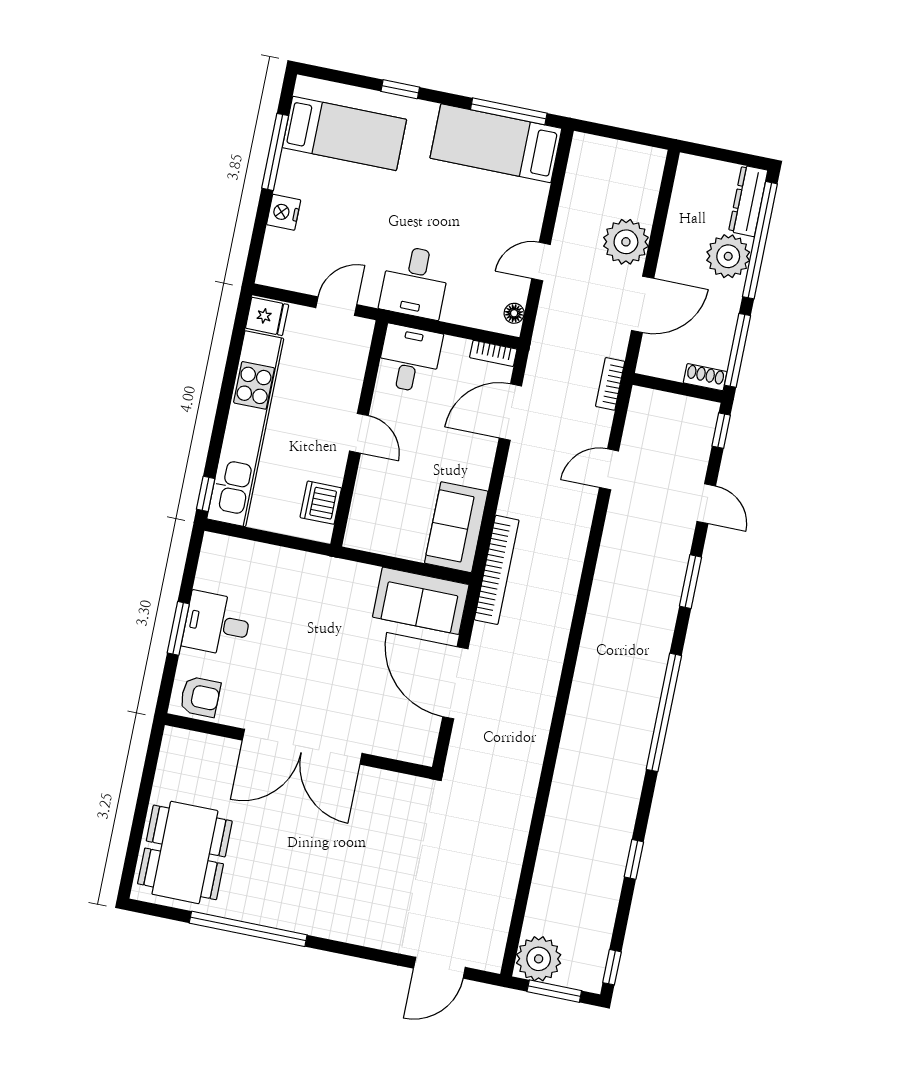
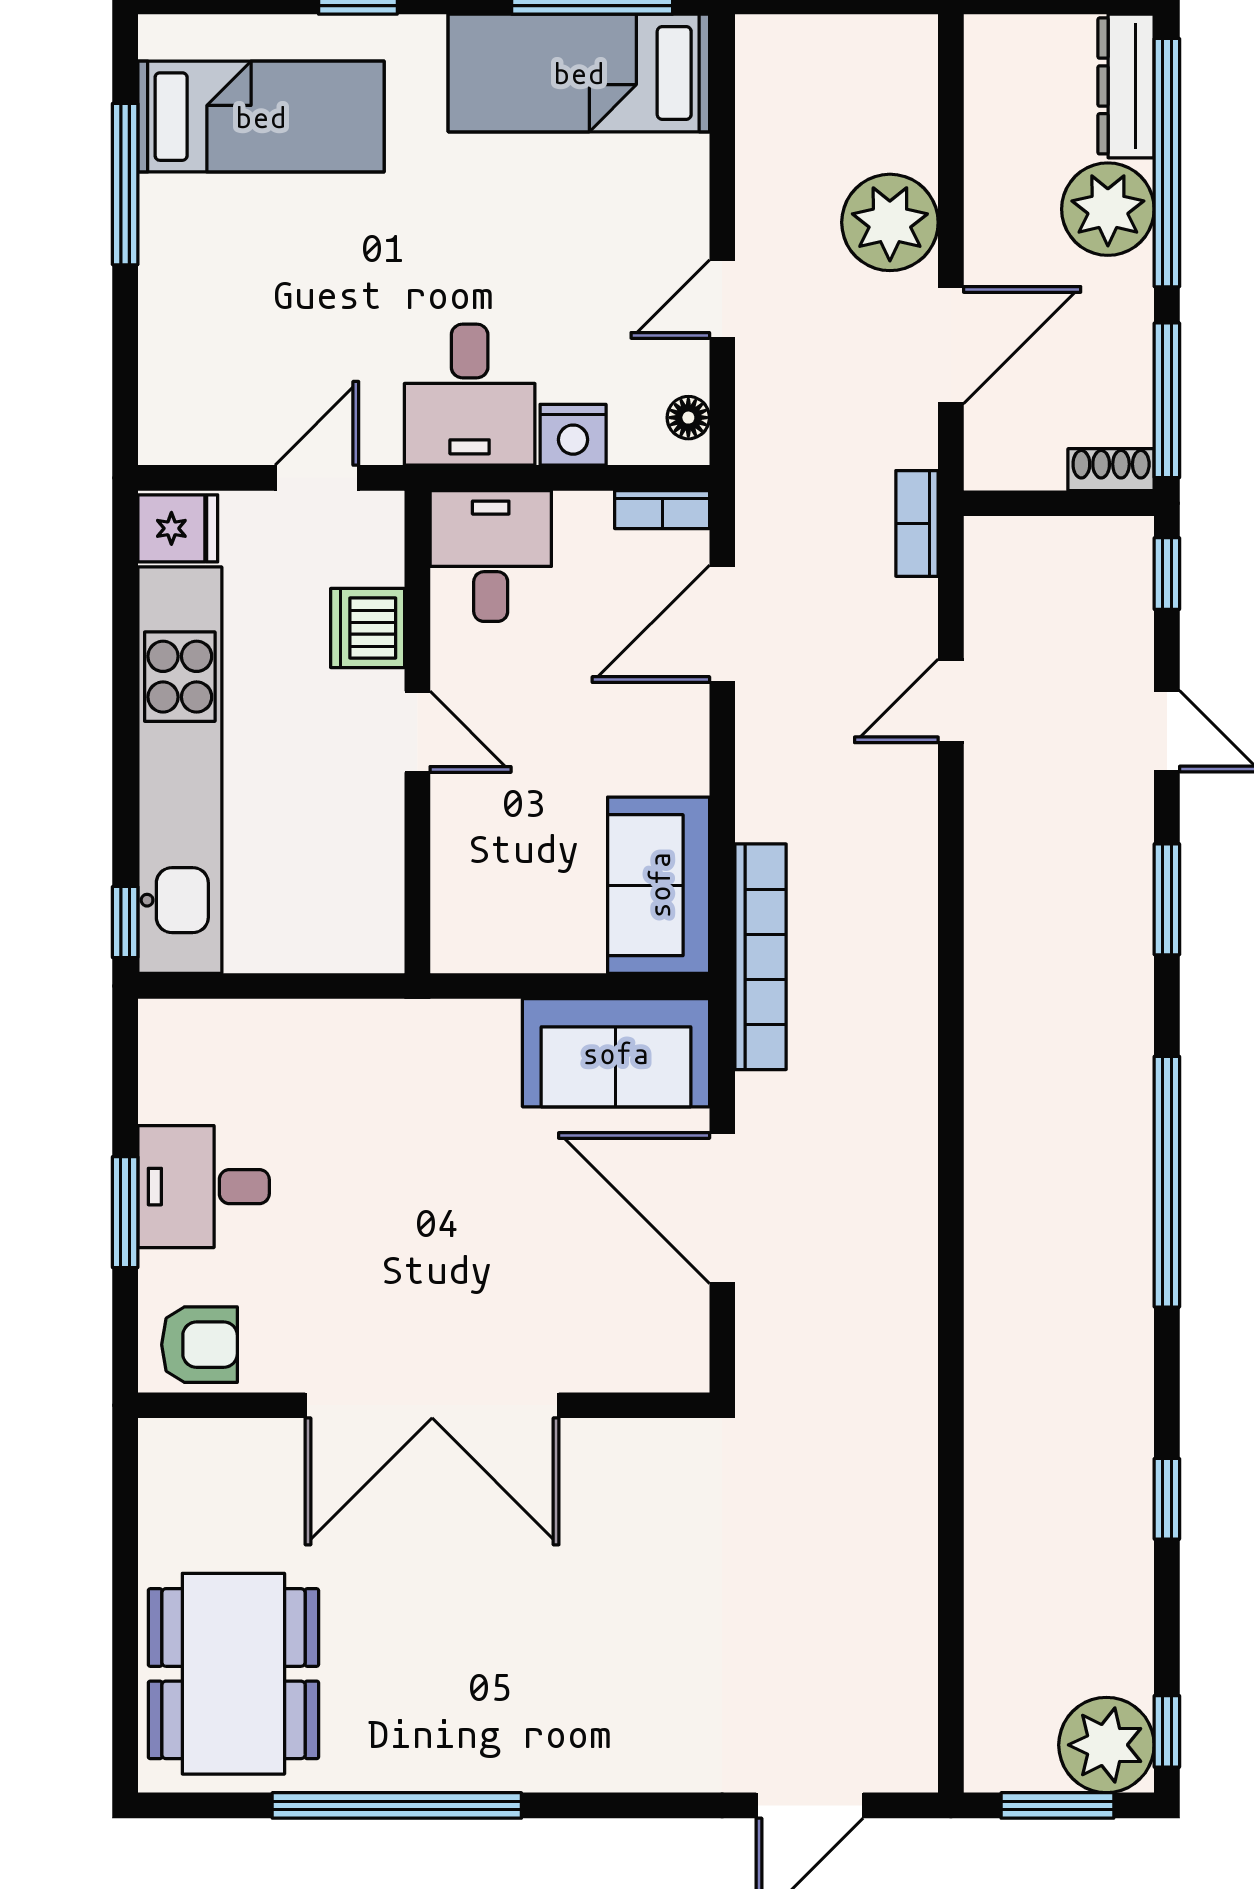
nightstand: (284, 212) -> (573, 435), moved, turned -90
dishwasher: (321, 503) -> (368, 628), moved
plant: (539, 959) -> (1106, 1745), moved

